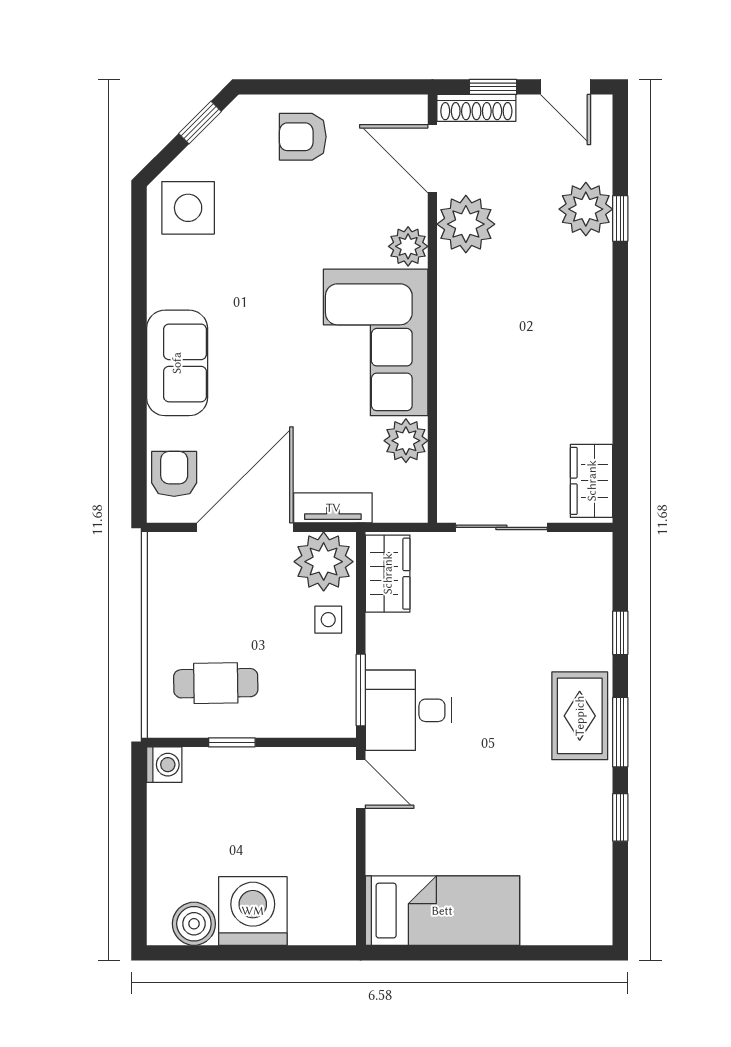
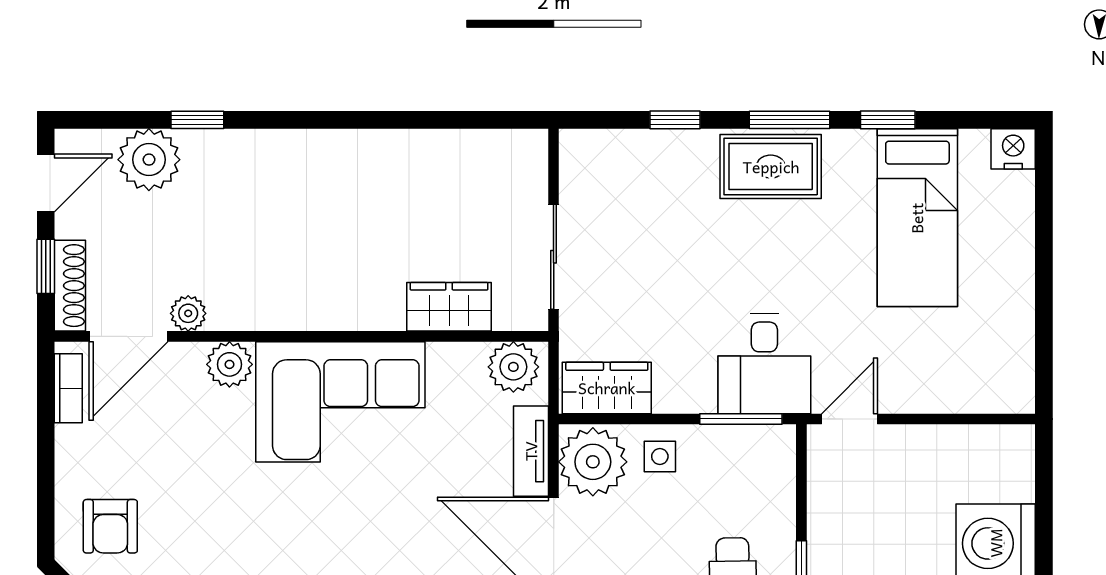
bookcase: (387, 106) -> (68, 388), added
armchair: (303, 137) -> (110, 526), moved
plant: (586, 209) -> (149, 160), moved
plant: (466, 224) -> (188, 313), width x0.53, depth x0.53
plant: (406, 441) -> (513, 367), moved
wardrobe: (592, 481) -> (449, 307), moved, turned 180
bed: (442, 911) -> (917, 218), moved, turned 180
nightstand: (595, 926) -> (1013, 149), added

